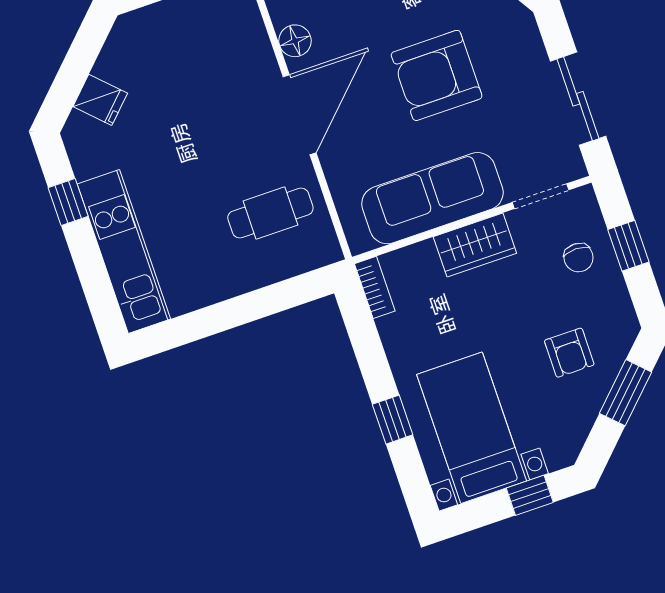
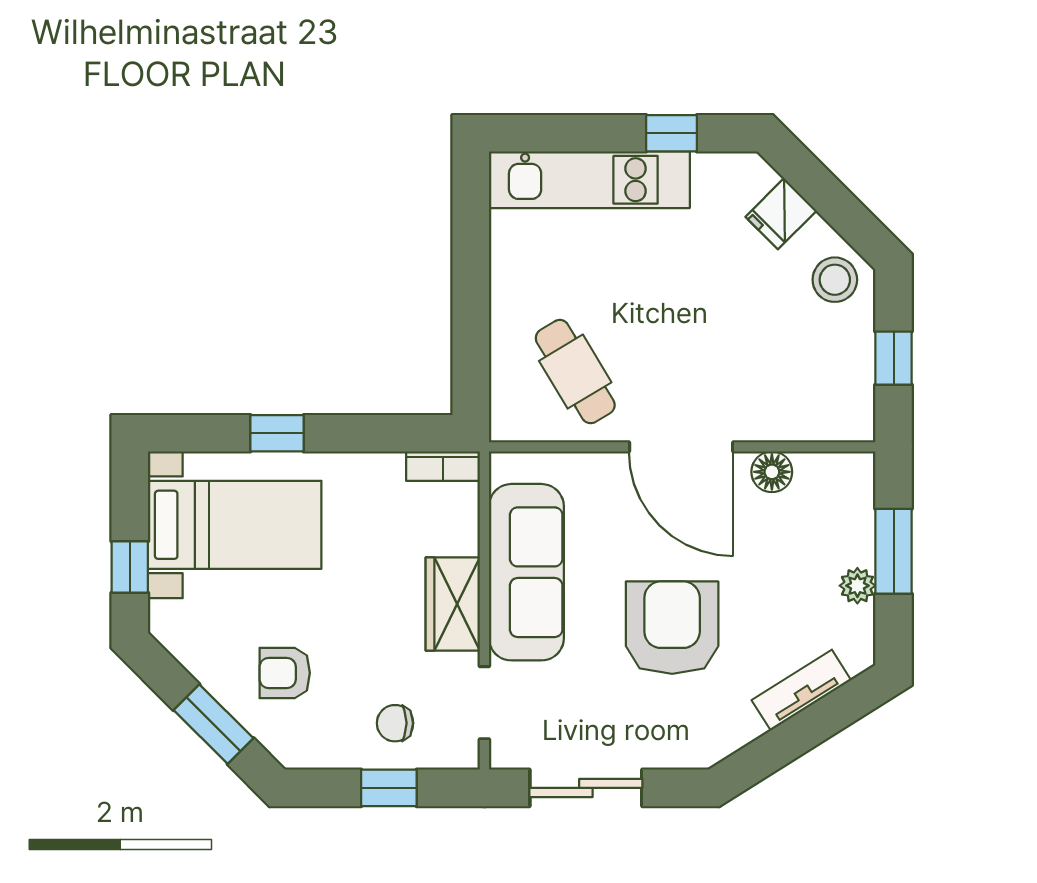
stool: (136, 43) -> (835, 280), added
cafe table: (270, 213) -> (575, 372), turned -31

